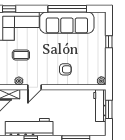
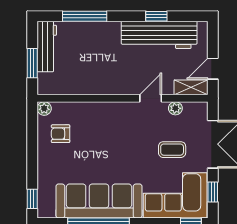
window: (109, 42) -> (32, 199), moved
armchair: (65, 69) -> (61, 134), moved
workbench: (100, 106) -> (47, 47), moved

